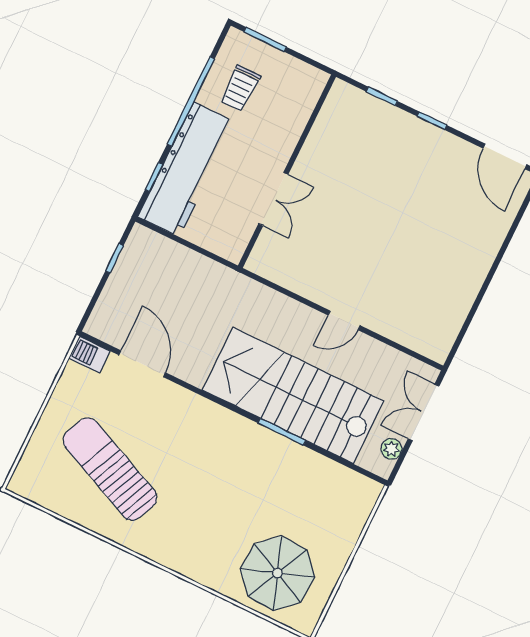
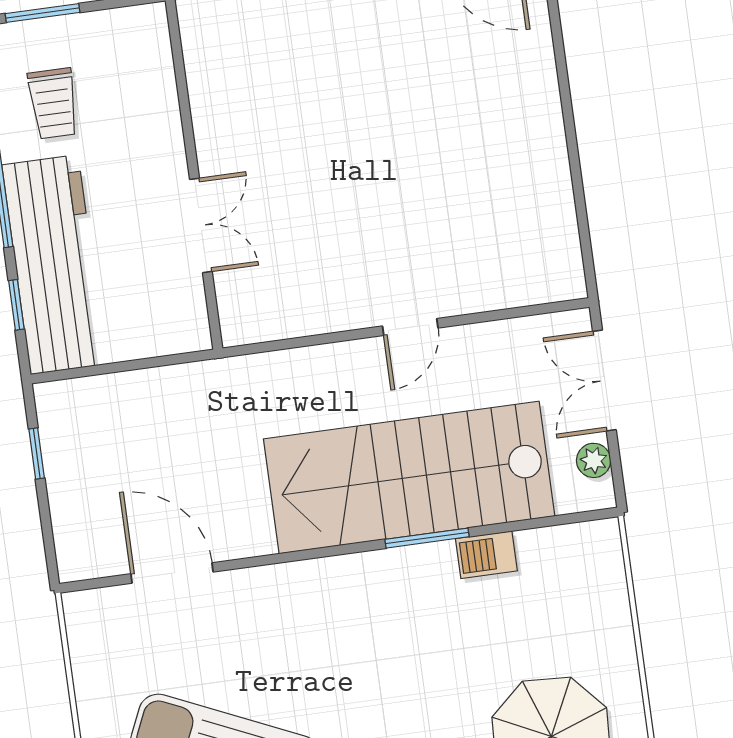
barbecue: (89, 355) -> (486, 555), moved

